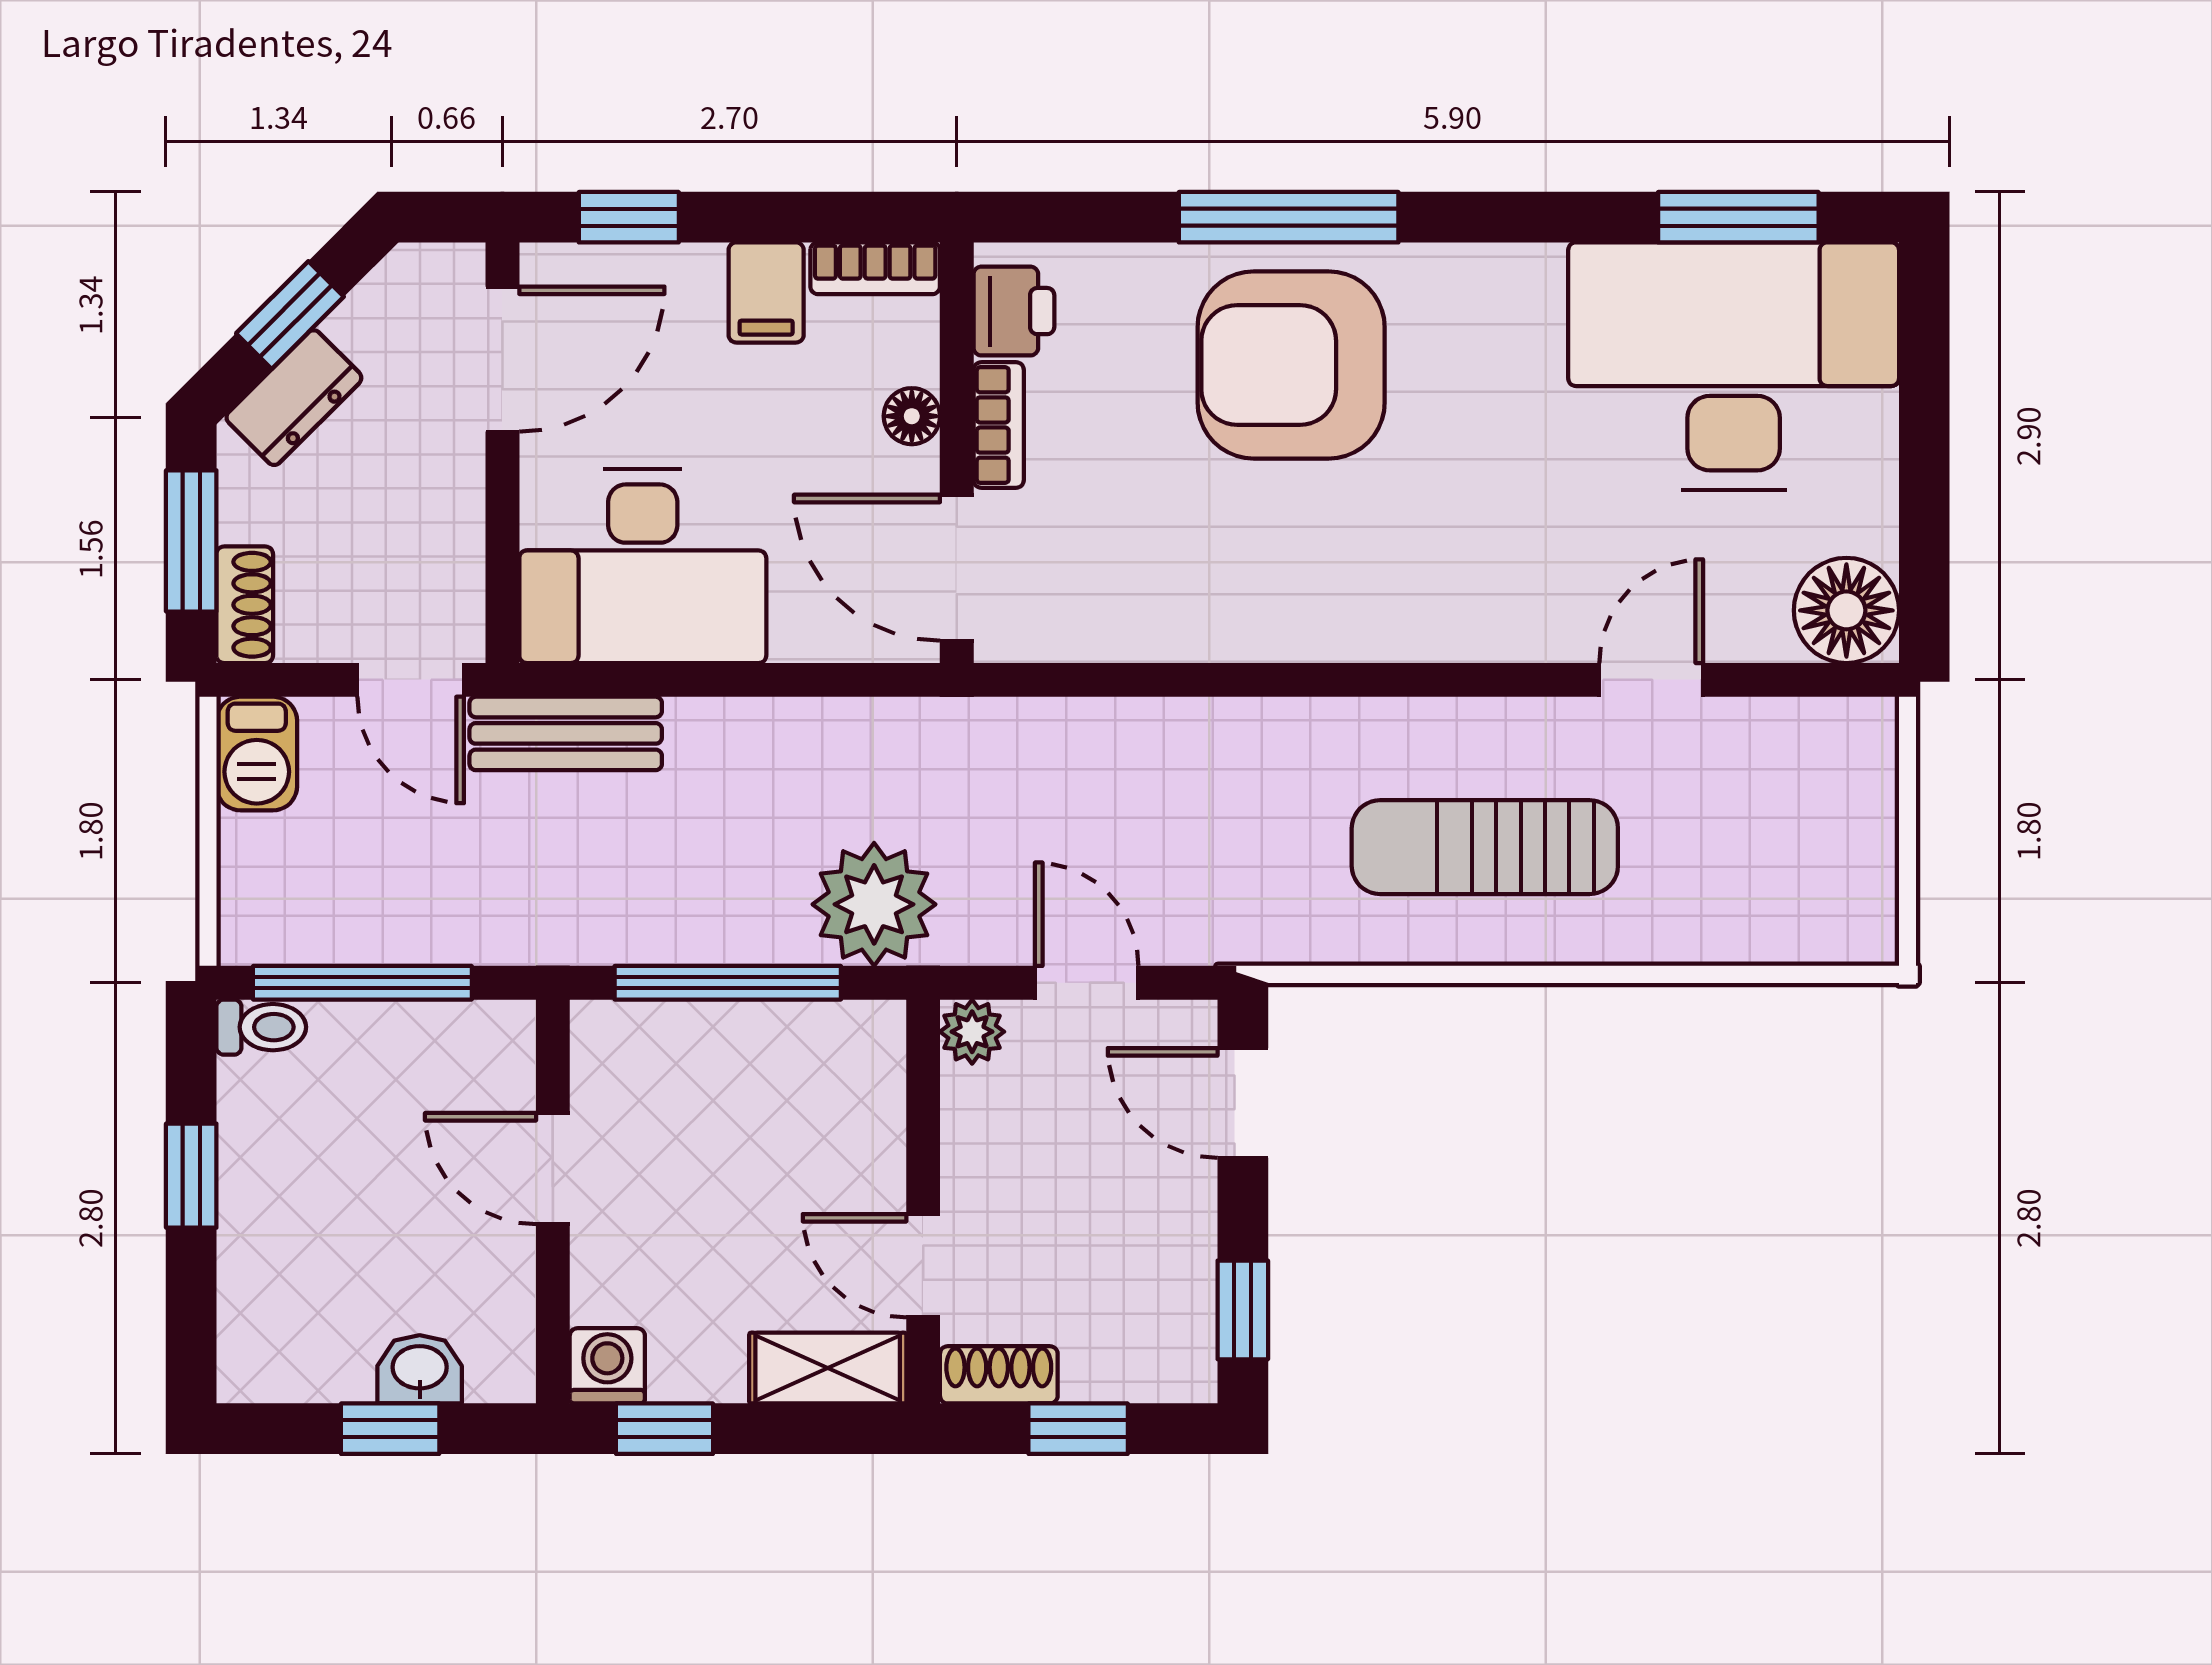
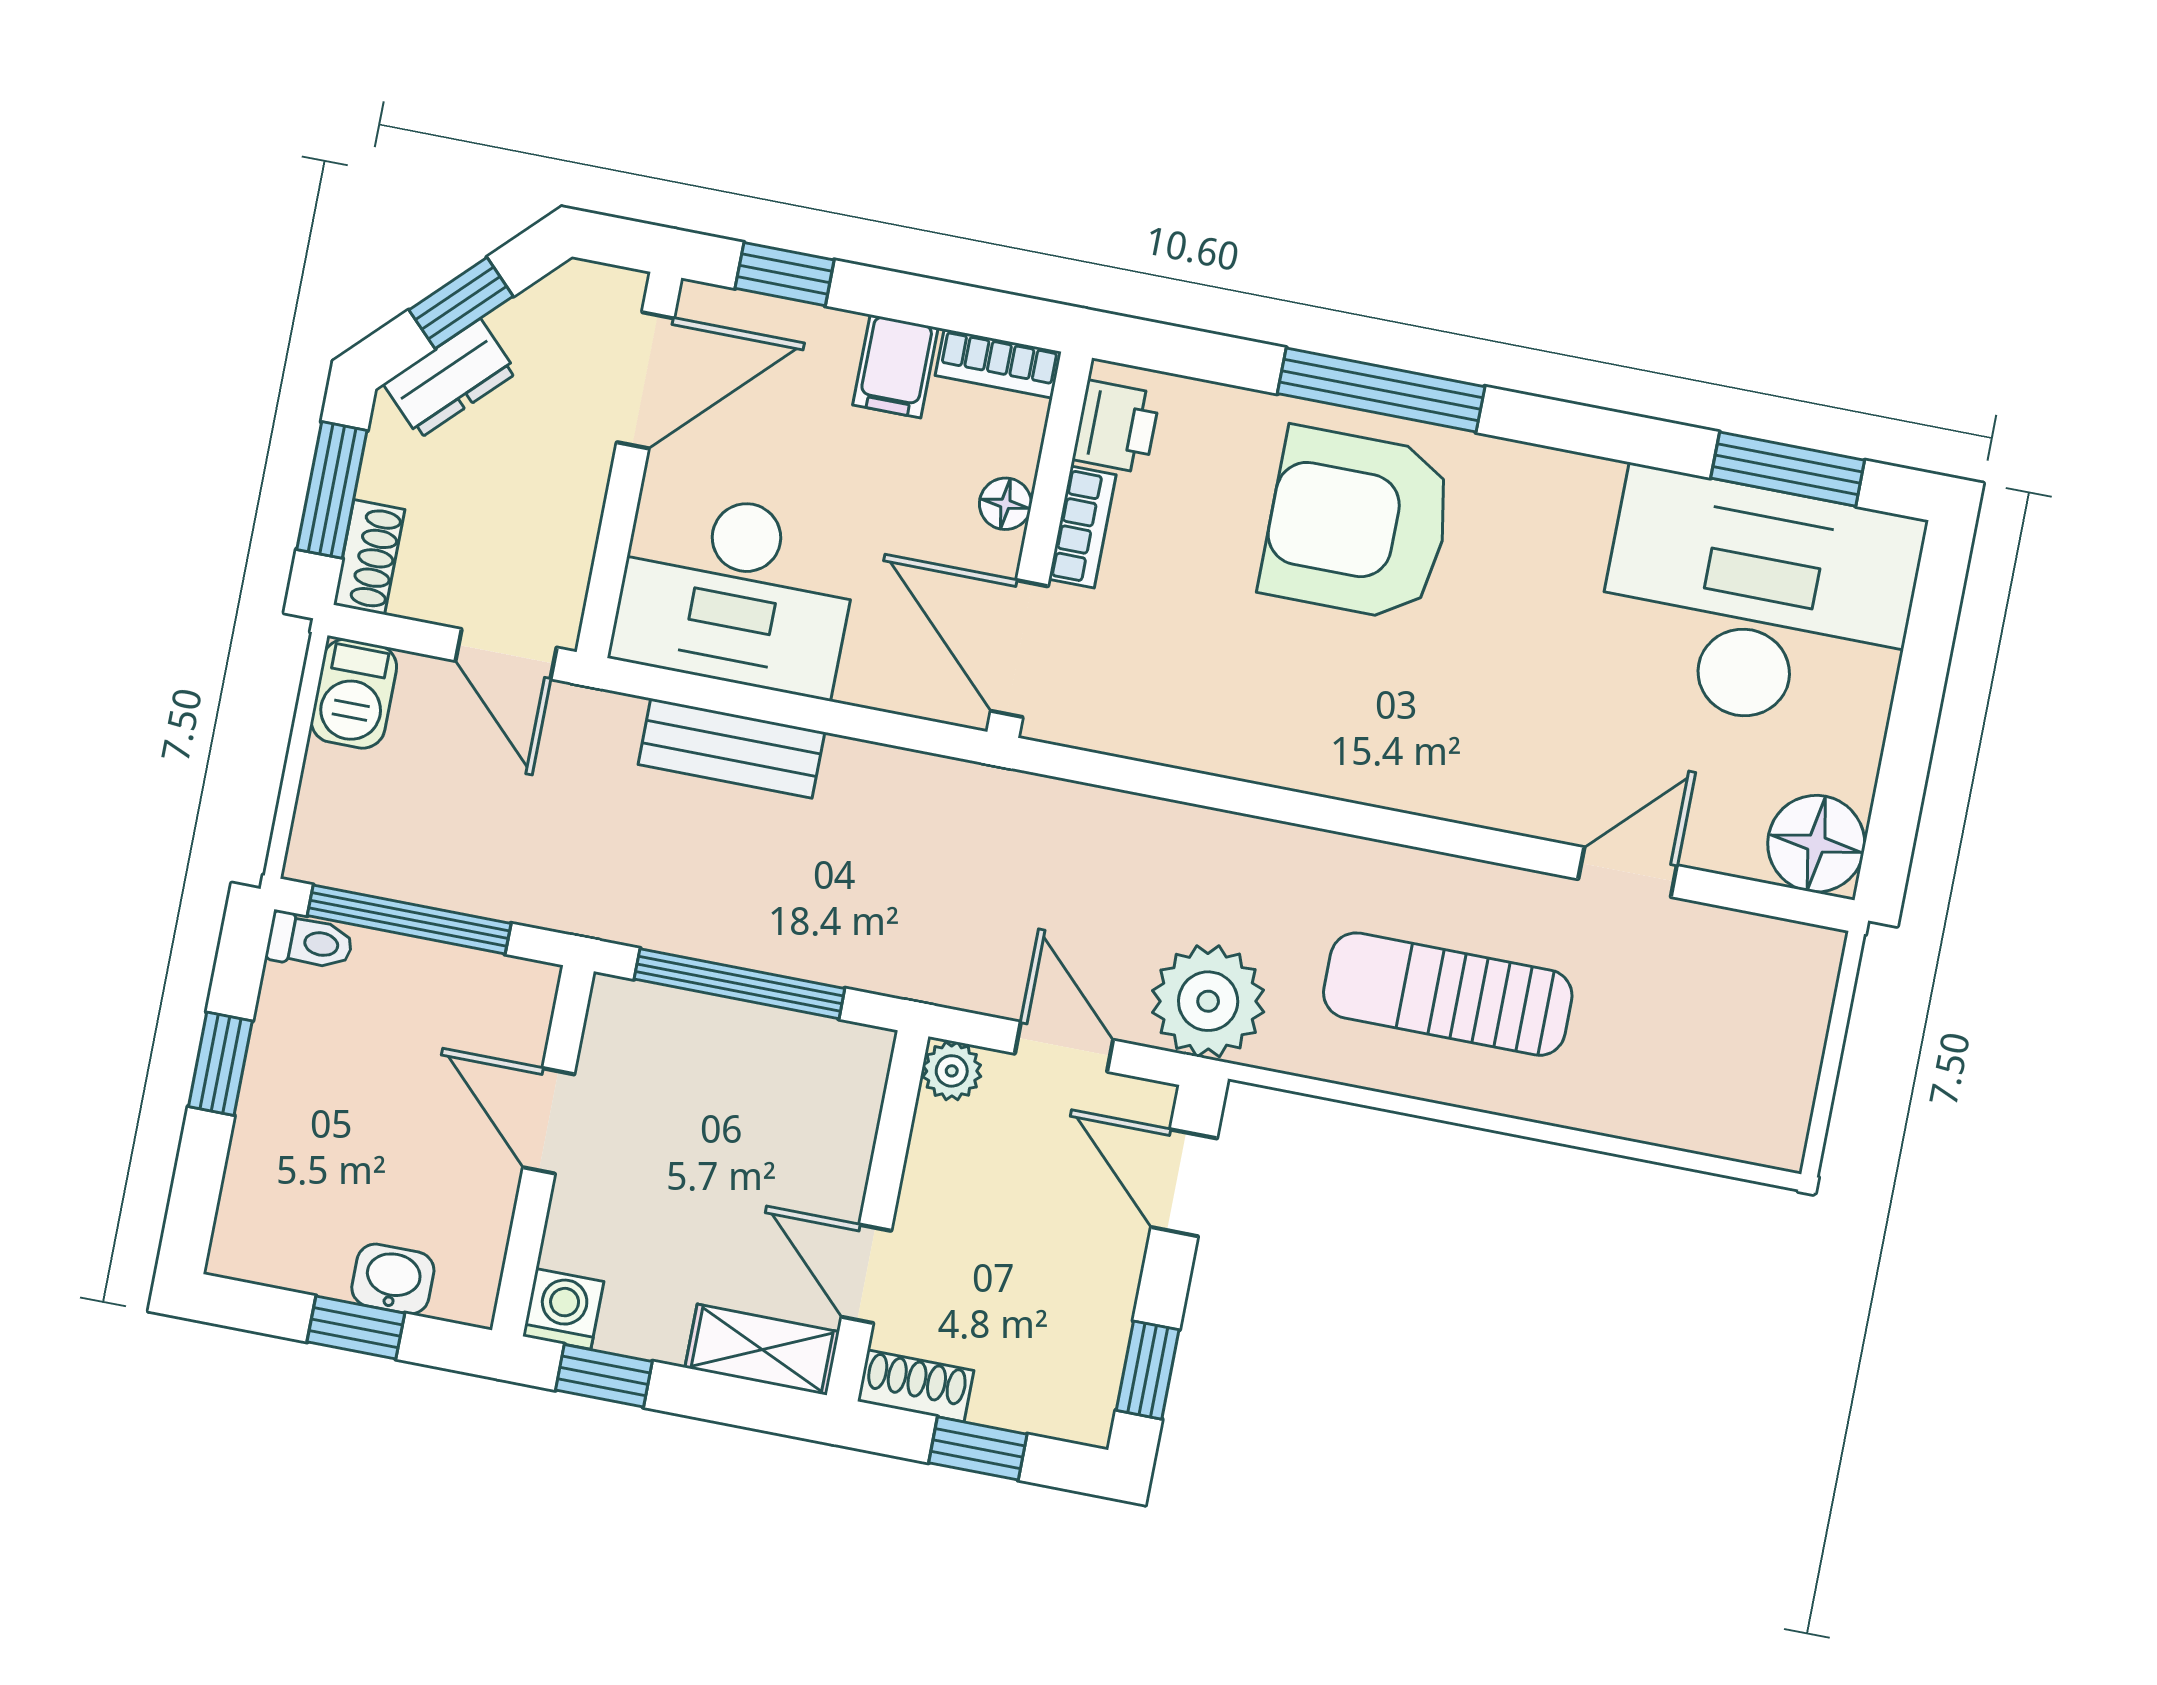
bench: (566, 733) -> (731, 748), moved
plant: (874, 904) -> (1208, 1001), moved

